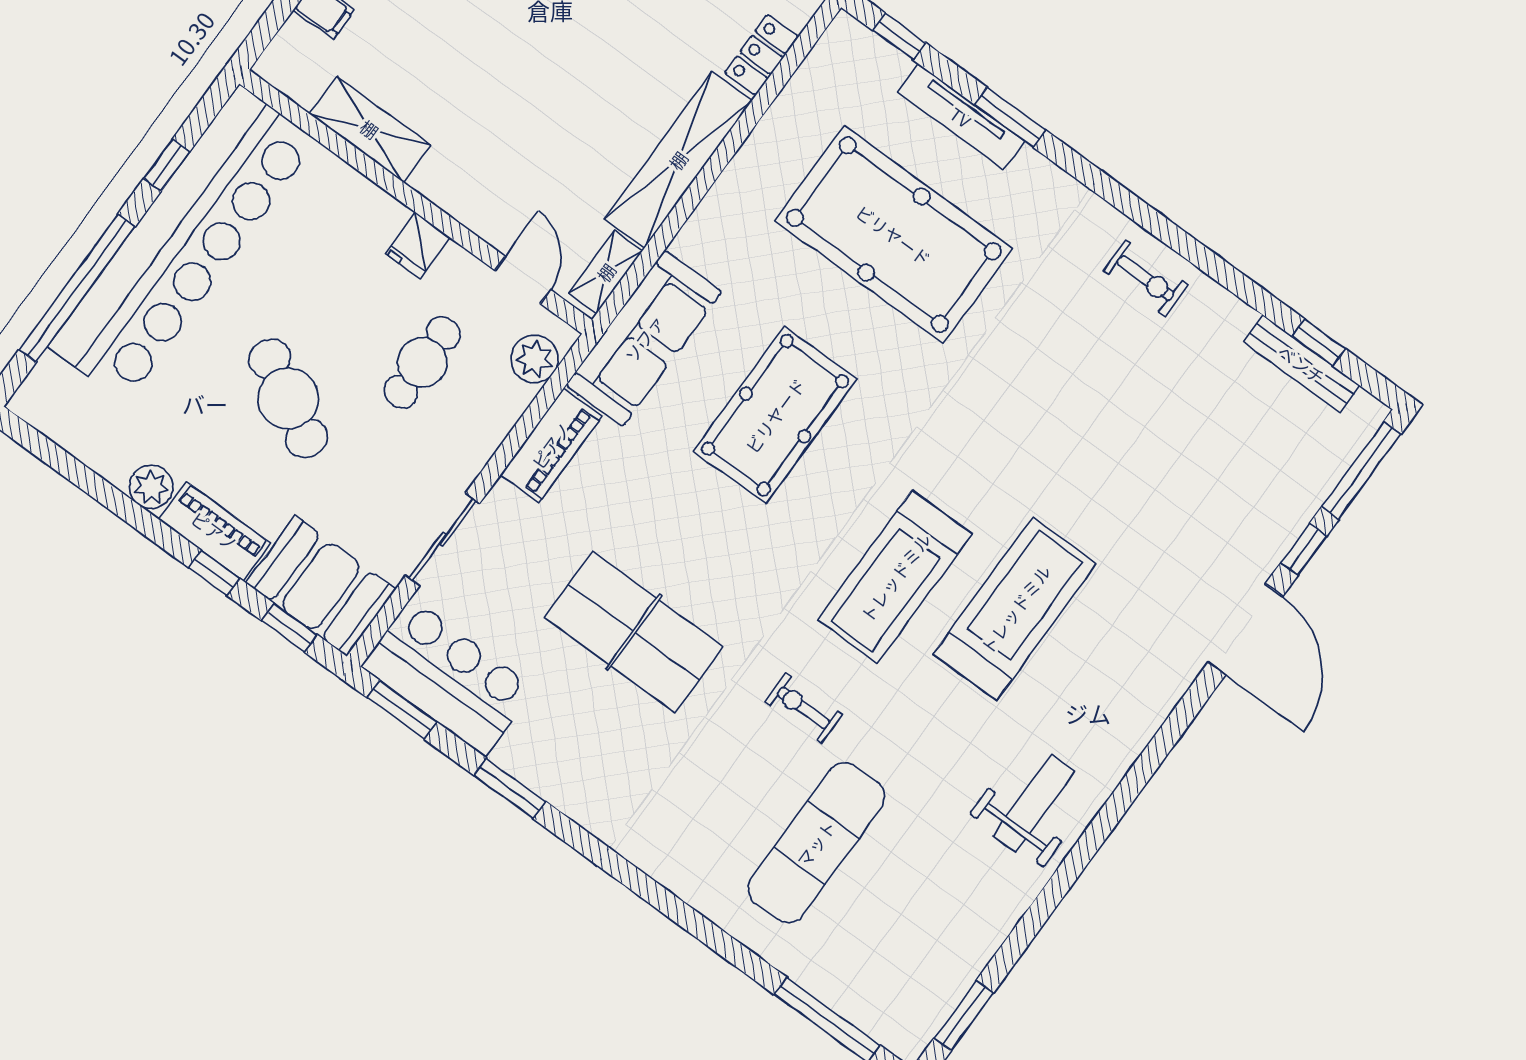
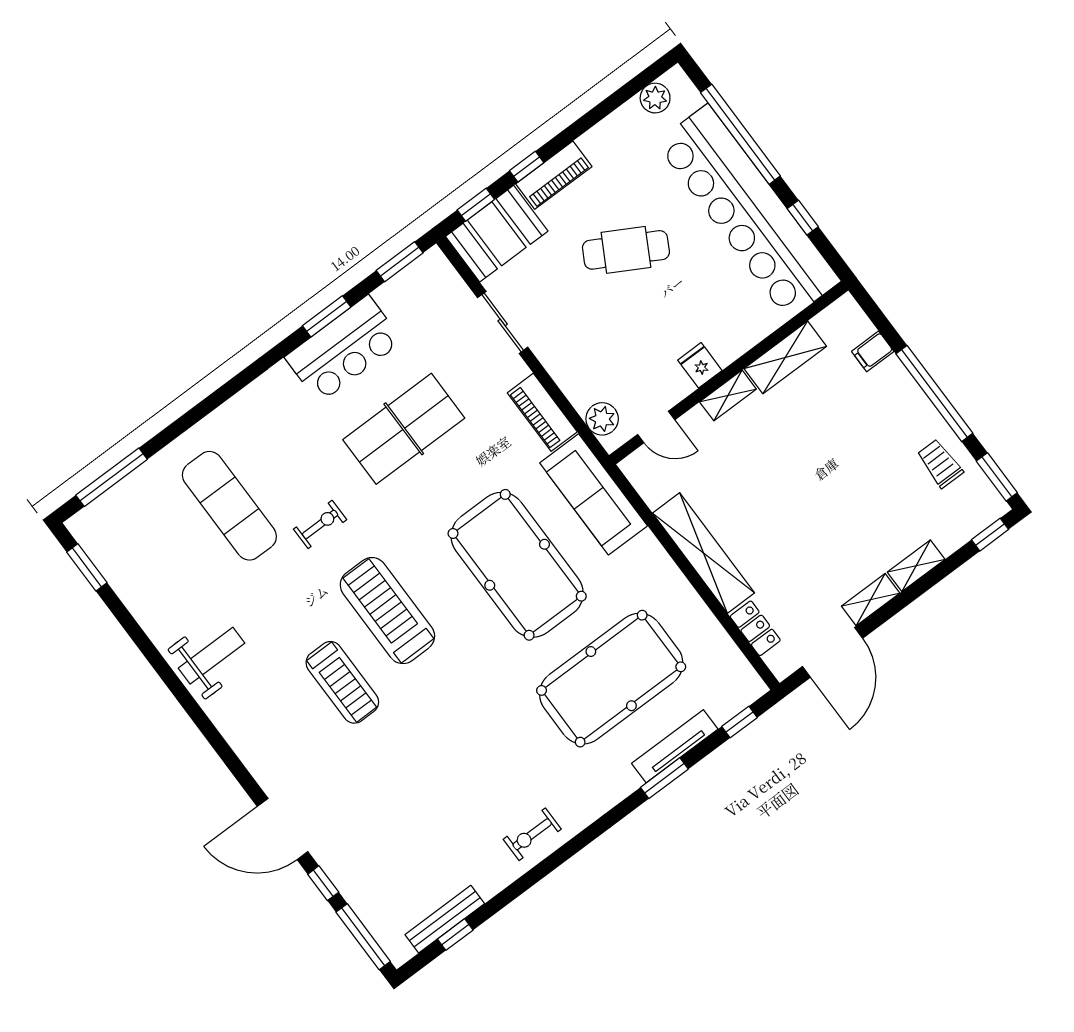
shelving: (606, 272) -> (728, 395), moved, turned 90
cafe table: (422, 362) -> (623, 345), removed
pool table: (775, 415) -> (517, 565), width x1.36, depth x1.32
plant: (151, 487) -> (655, 98), moved
treadmill: (1015, 609) -> (342, 682), width x0.73, depth x0.73
bar counter: (448, 677) -> (344, 349), moved
weight bench: (1034, 803) -> (212, 656), turned -90

